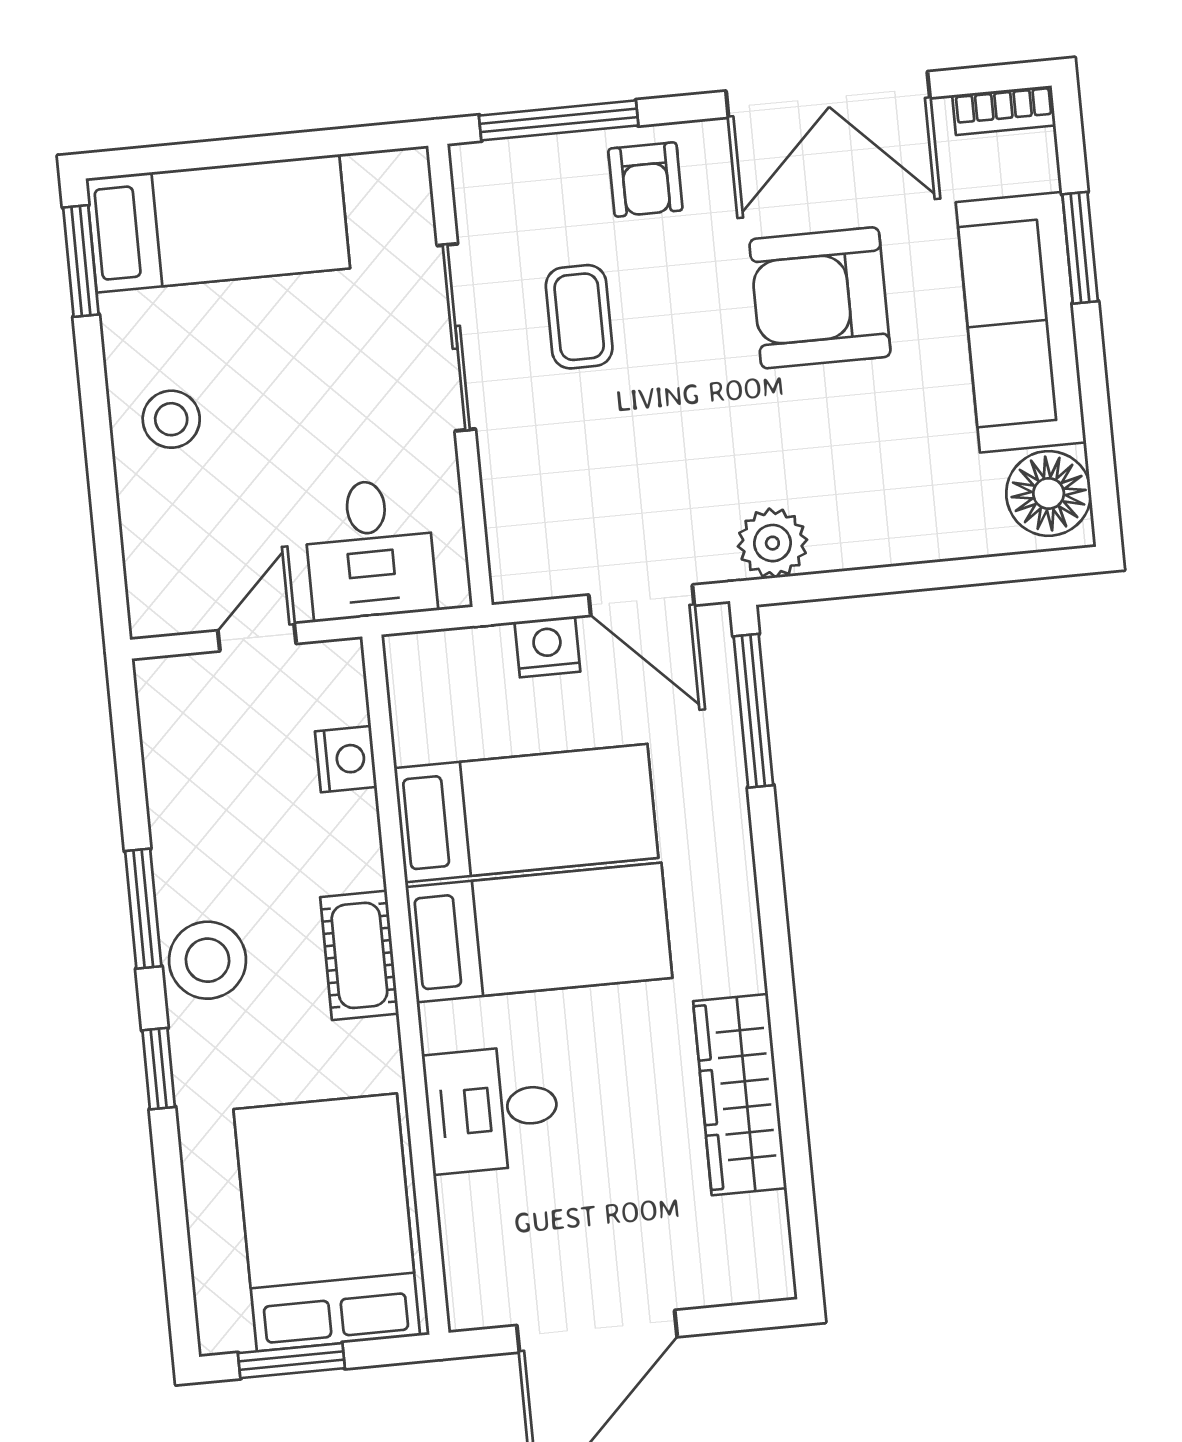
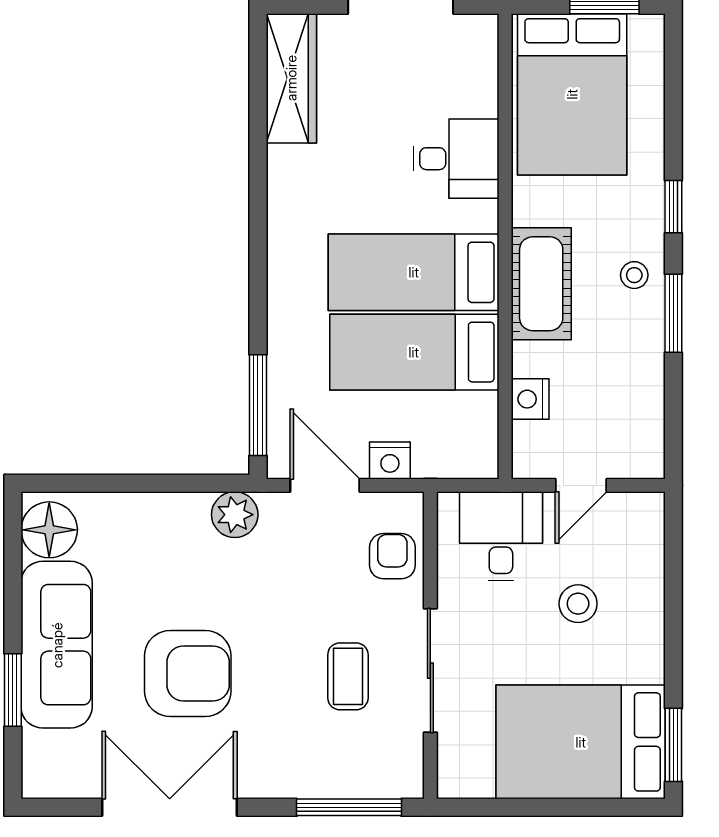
bookcase: (1004, 110) -> (54, 786), removed
armchair: (645, 179) -> (392, 556), moved
bed: (218, 223) -> (581, 742), width x1.50
stool: (171, 419) -> (578, 604), moved
cot: (359, 955) -> (541, 284), width x1.37, depth x1.34
stool: (208, 960) -> (634, 275), width x0.53, depth x0.53
wardrobe: (740, 1095) -> (291, 78), moved

